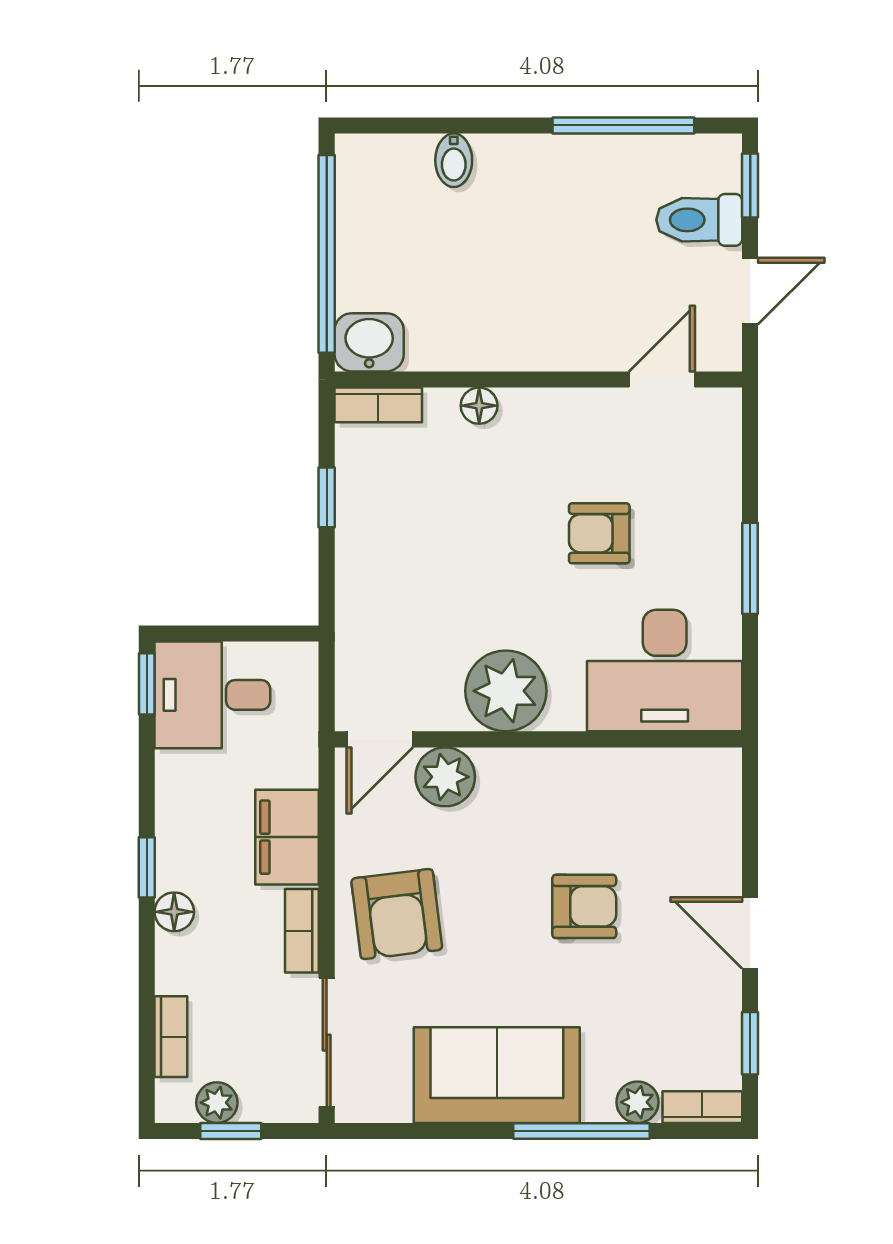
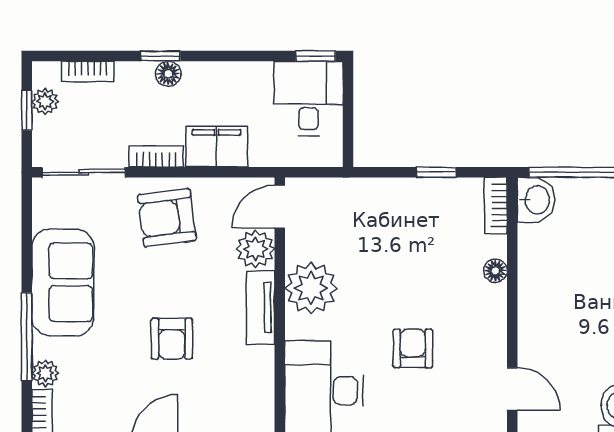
door: (380, 739) -> (280, 207), hinge flipped
tv unit: (536, 769) -> (260, 308), added
window: (147, 867) -> (161, 56), moved

